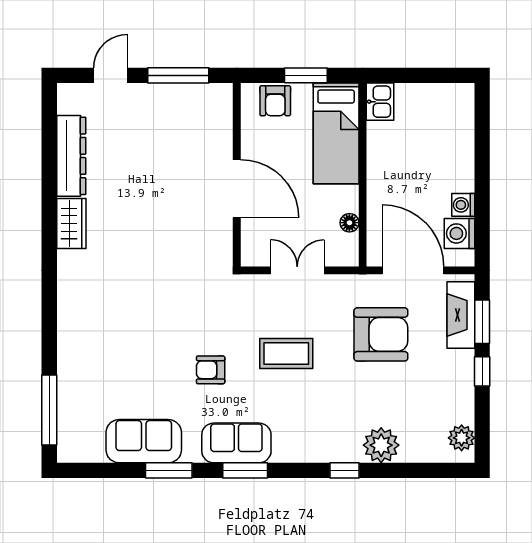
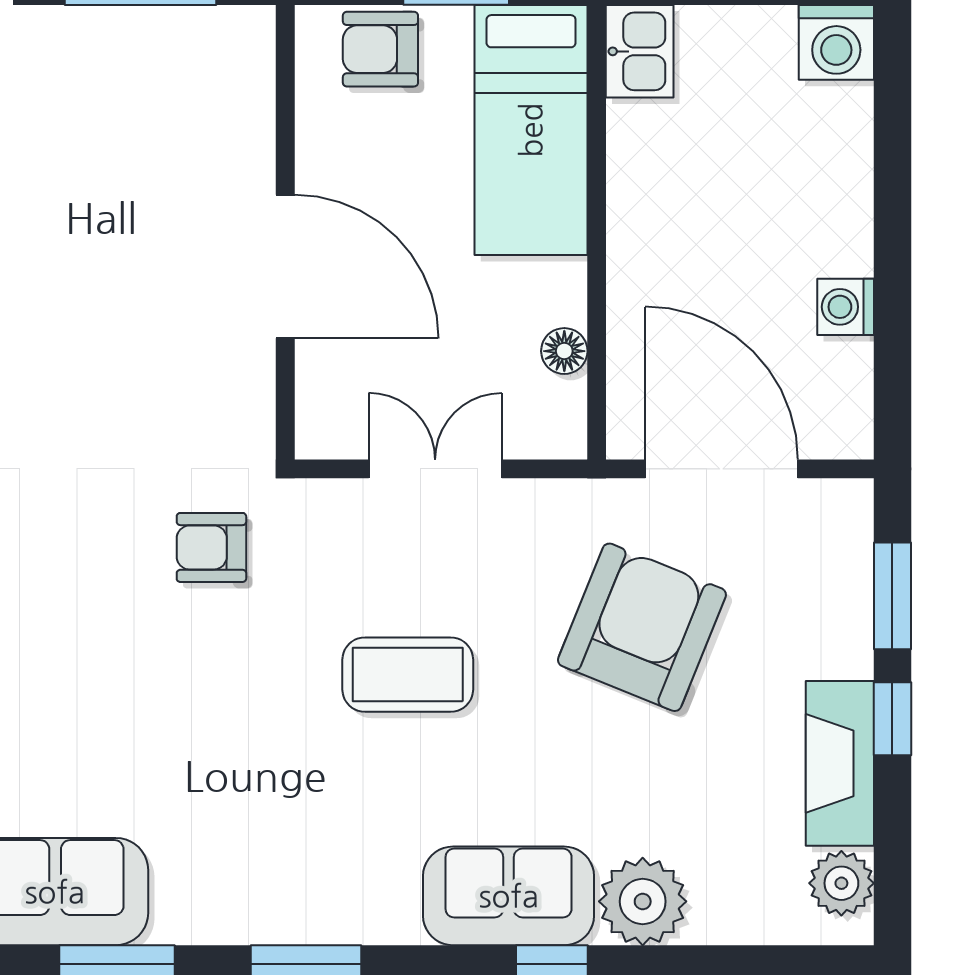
armchair: (275, 101) -> (380, 49), turned 90
washing machine: (459, 233) -> (836, 42), moved, turned -90
fireplace: (461, 315) -> (840, 763), moved
armchair: (381, 334) -> (642, 627), turned -68
armchair: (211, 370) -> (211, 547), moved
sofa: (236, 443) -> (509, 896), moved

